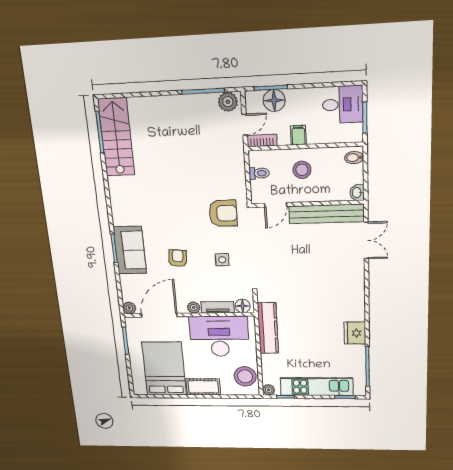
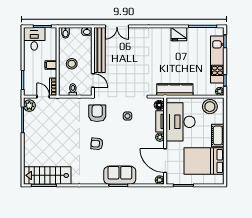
floor lamp: (274, 100) -> (30, 78), removed
double door: (366, 240) -> (117, 26), swing flipped
armchair: (178, 258) -> (97, 144), moved

